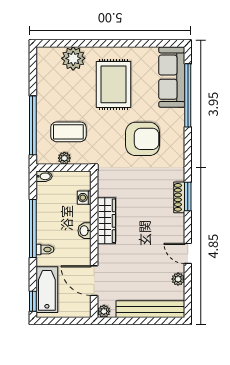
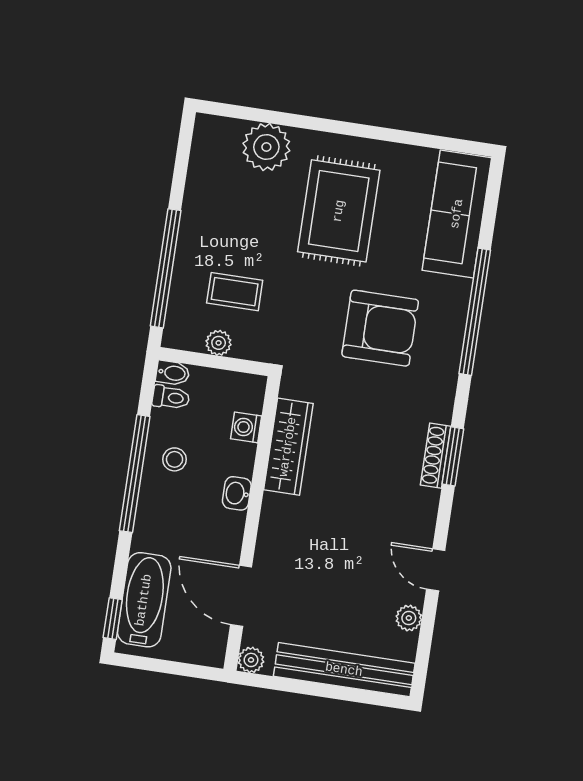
window: (188, 95) -> (475, 312), moved
coffee table: (68, 132) -> (235, 292), width x0.73, depth x0.77
stool: (51, 219) -> (175, 459), added
wardrobe: (106, 221) -> (288, 447), moved
toilet: (45, 250) -> (171, 397), moved

